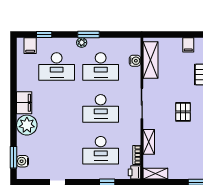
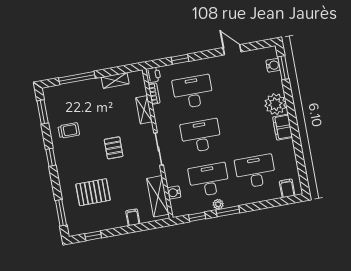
window: (44, 34) -> (197, 217), moved
plant: (82, 43) -> (218, 204), moved
filing cabinet: (188, 45) -> (133, 217), moved
shelving: (155, 174) -> (115, 80), moved

